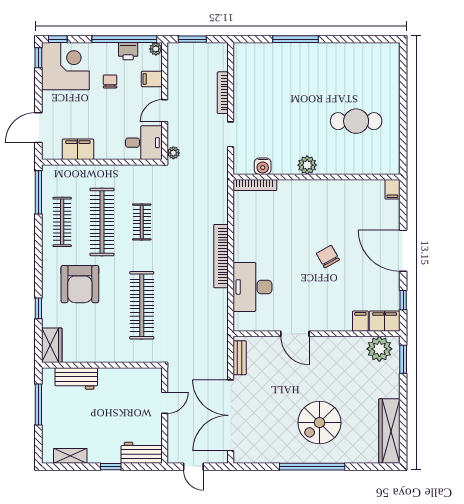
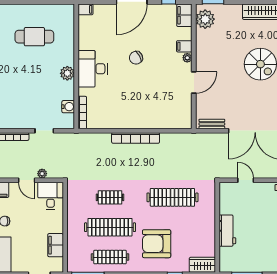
cafe table: (356, 121) -> (34, 37), turned 90
plant: (173, 153) -> (42, 174), moved
armchair: (80, 284) -> (157, 244), turned 180
desk: (252, 287) -> (93, 69), moved, turned 90
filing cabinet: (360, 321) -> (184, 46), moved
plant: (328, 325) -> (187, 58), added
workbench: (76, 378) -> (227, 231), moved

